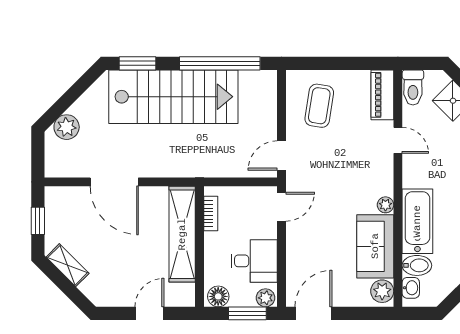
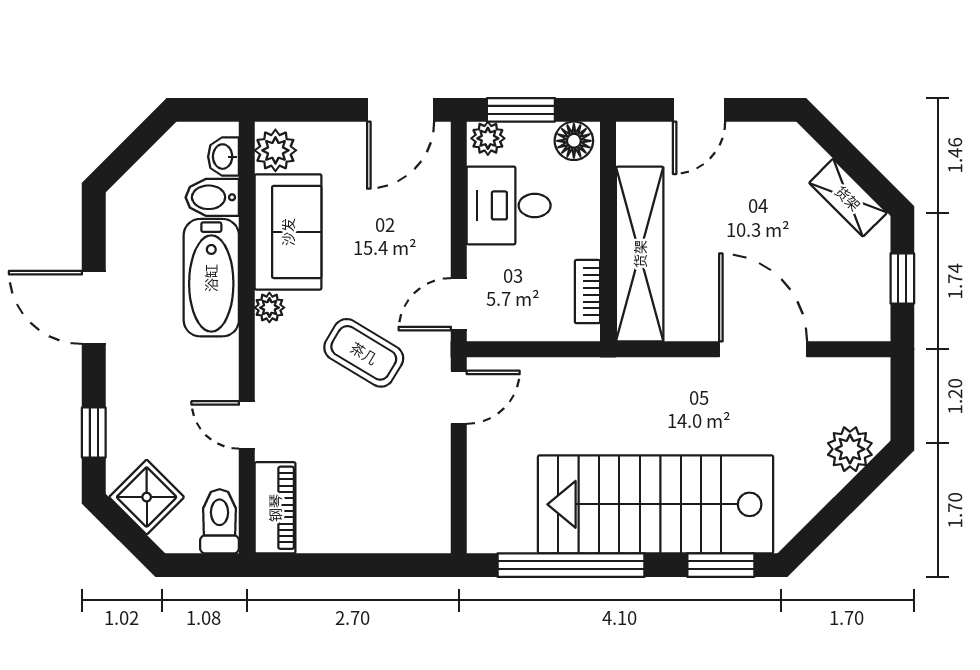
coffee table: (319, 106) -> (364, 353), moved, turned -68

